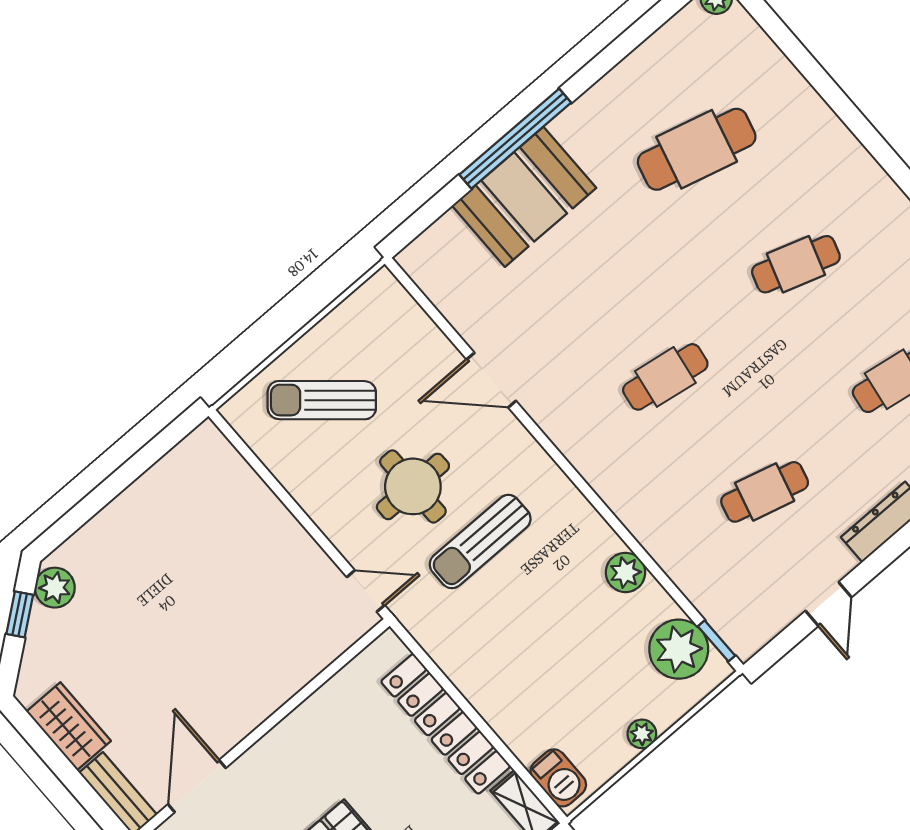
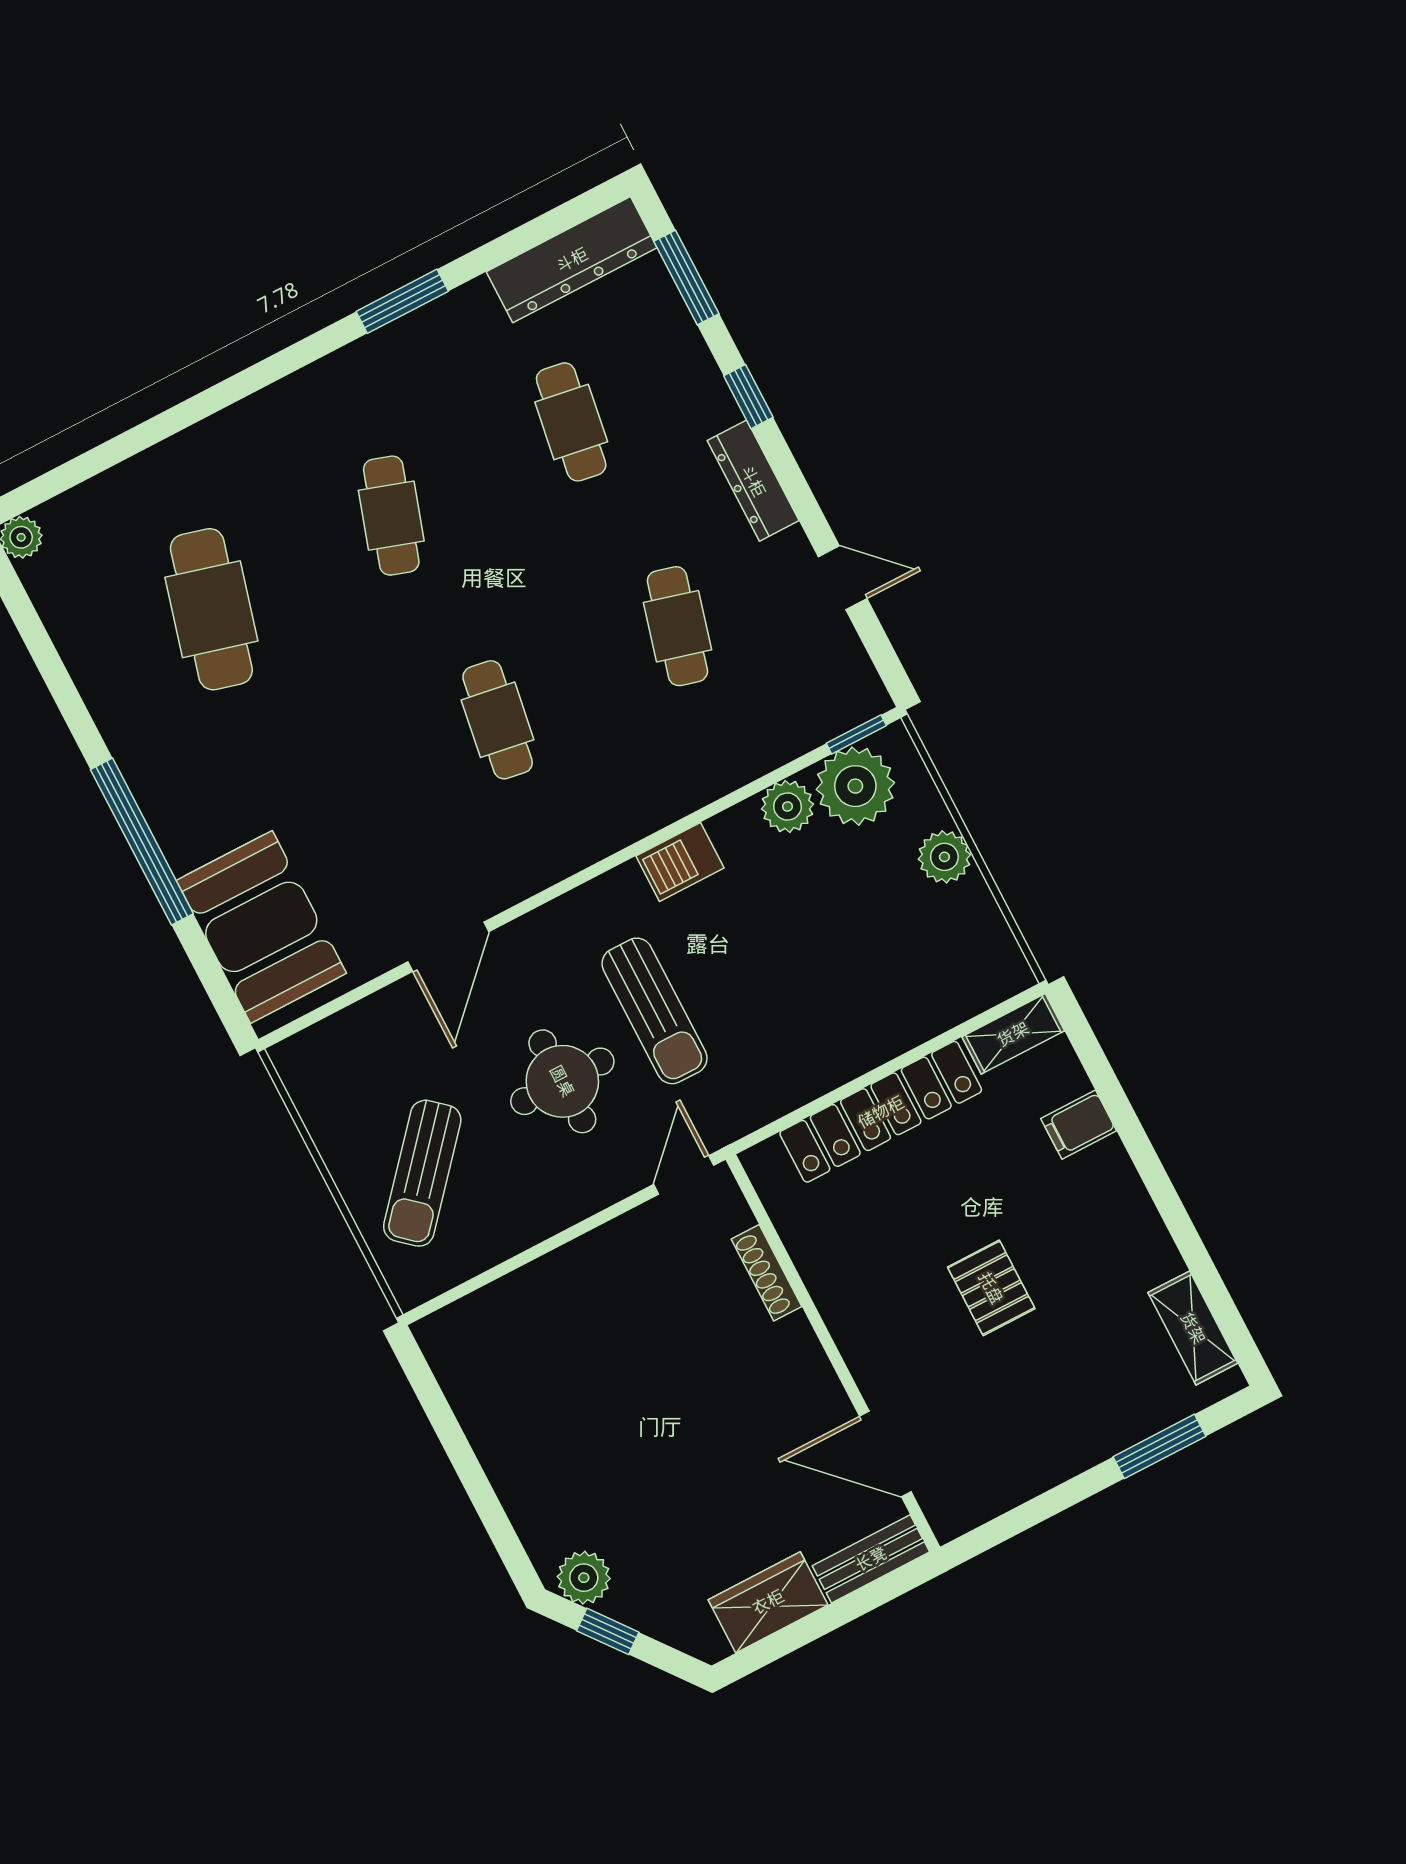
booth: (524, 197) -> (261, 927), moved
plant: (625, 572) -> (788, 807), moved
shoe rack: (309, 668) -> (767, 1273), added
plant: (642, 734) -> (944, 857), width x1.38, depth x1.38
barbecue: (558, 778) -> (680, 862), moved, turned 180

